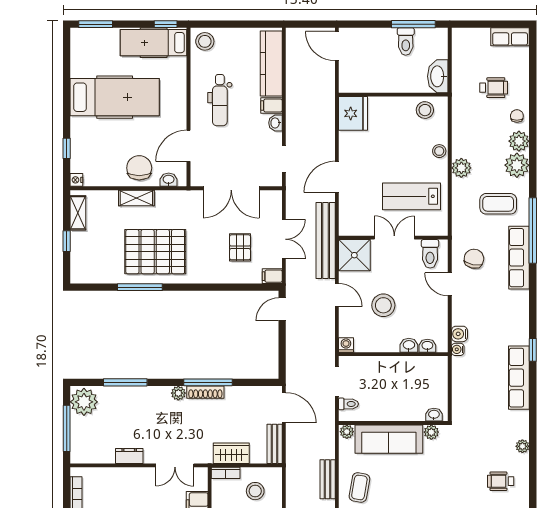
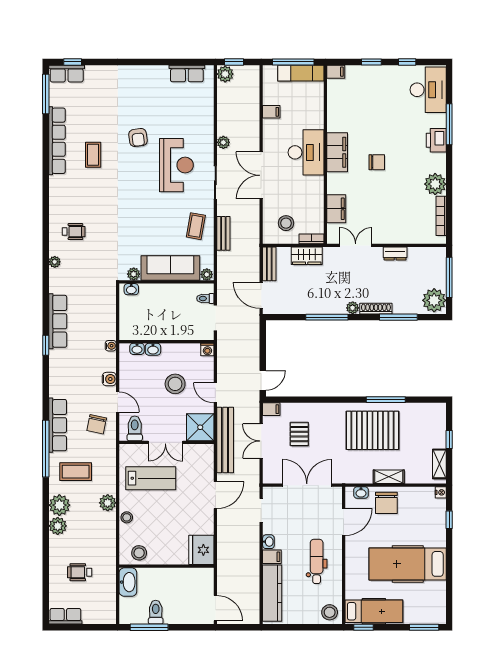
chair: (517, 116) -> (59, 548), removed
water cooler: (459, 334) -> (109, 379), moved
shoe rack: (205, 392) -> (376, 309), moved

